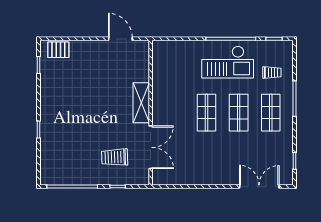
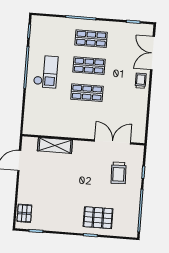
checkout: (228, 62) -> (46, 72), width x0.73, depth x0.83
trolley: (272, 73) -> (141, 81), moved
shelving: (141, 103) -> (55, 145), moved
pallet: (60, 137) -> (98, 218), added

